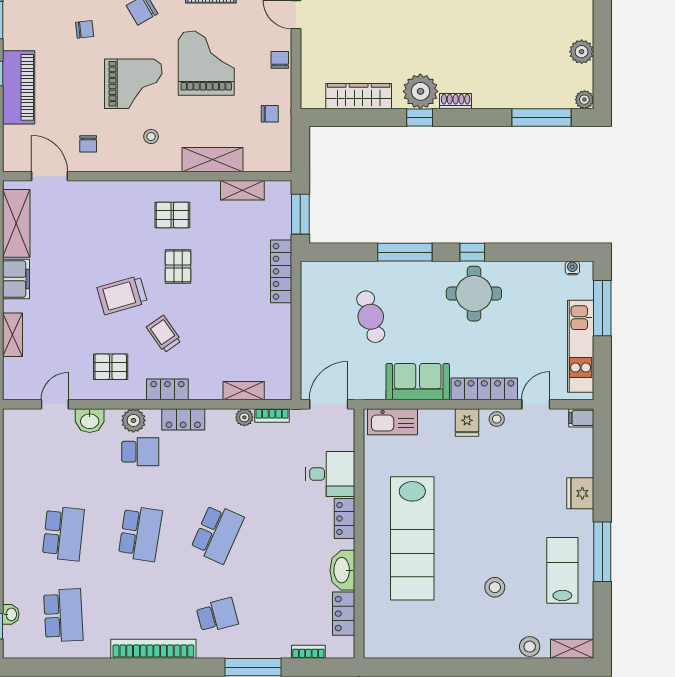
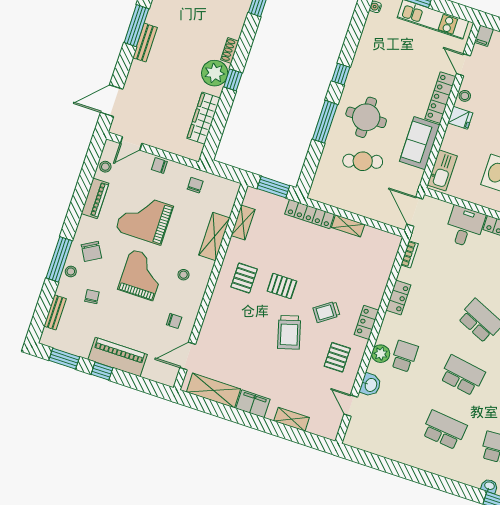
round table: (474, 294) -> (366, 117), moved
shelving: (244, 391) -> (348, 226), moved, turned 90
plant: (244, 417) -> (404, 274), removed
locker: (183, 419) -> (398, 297), moved

